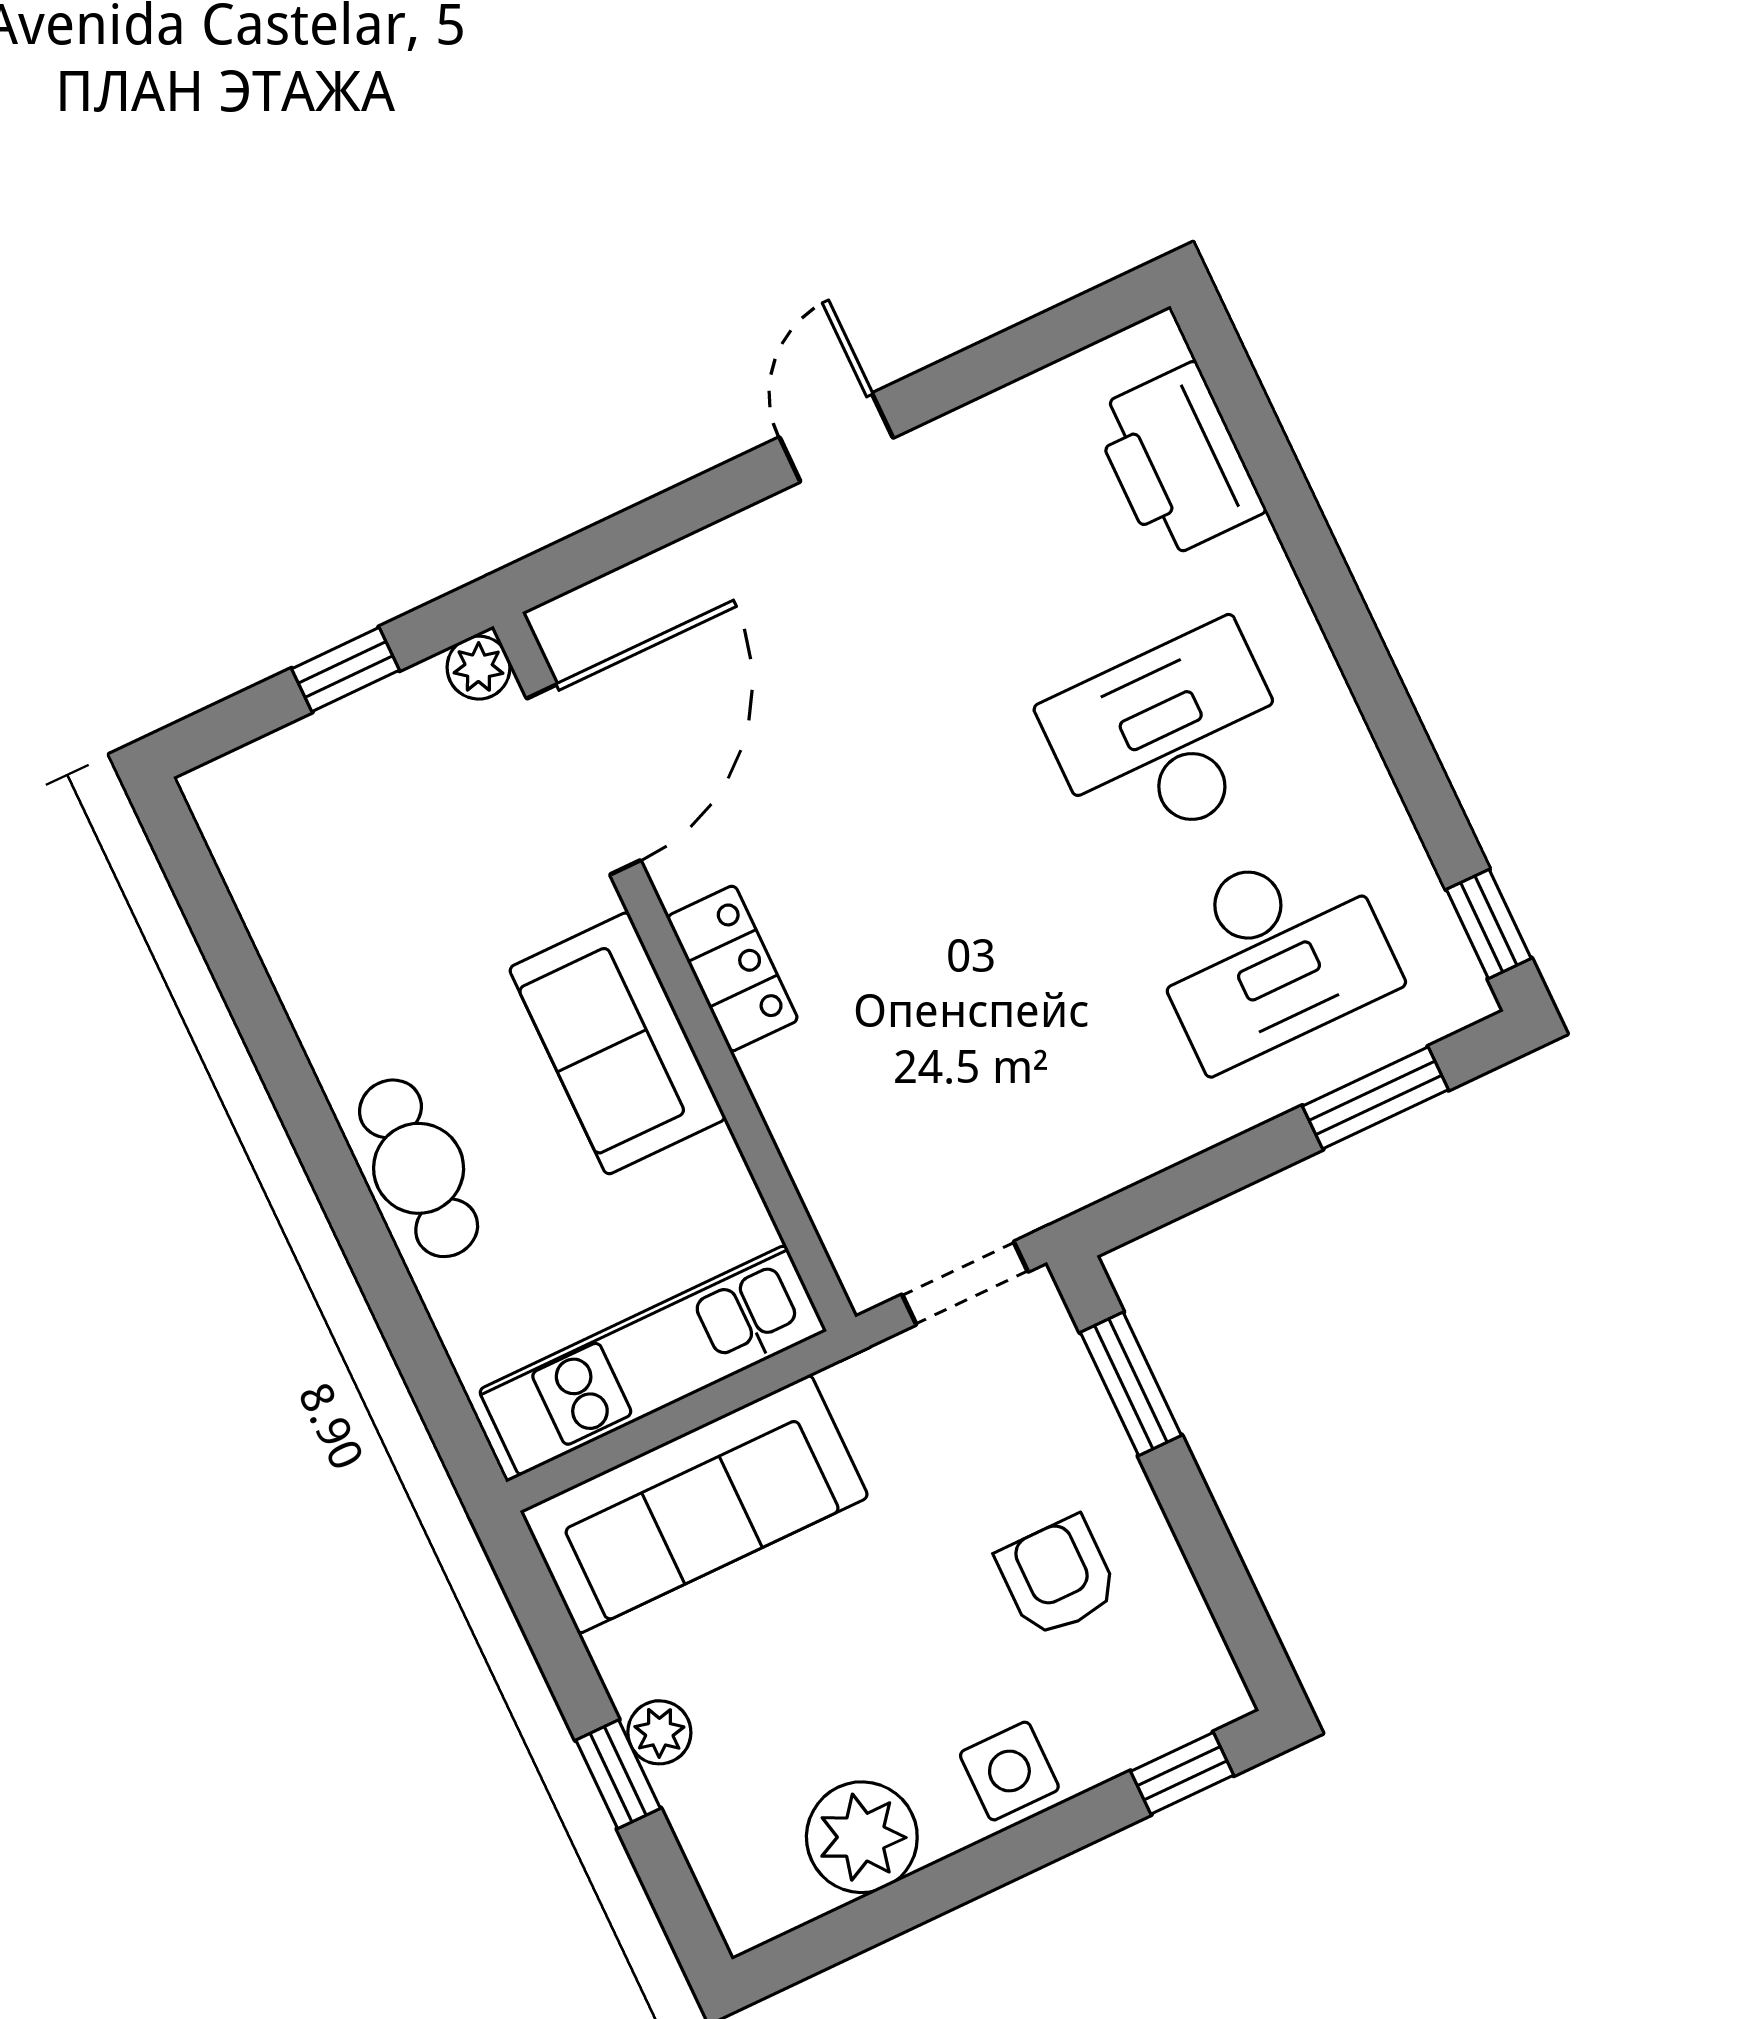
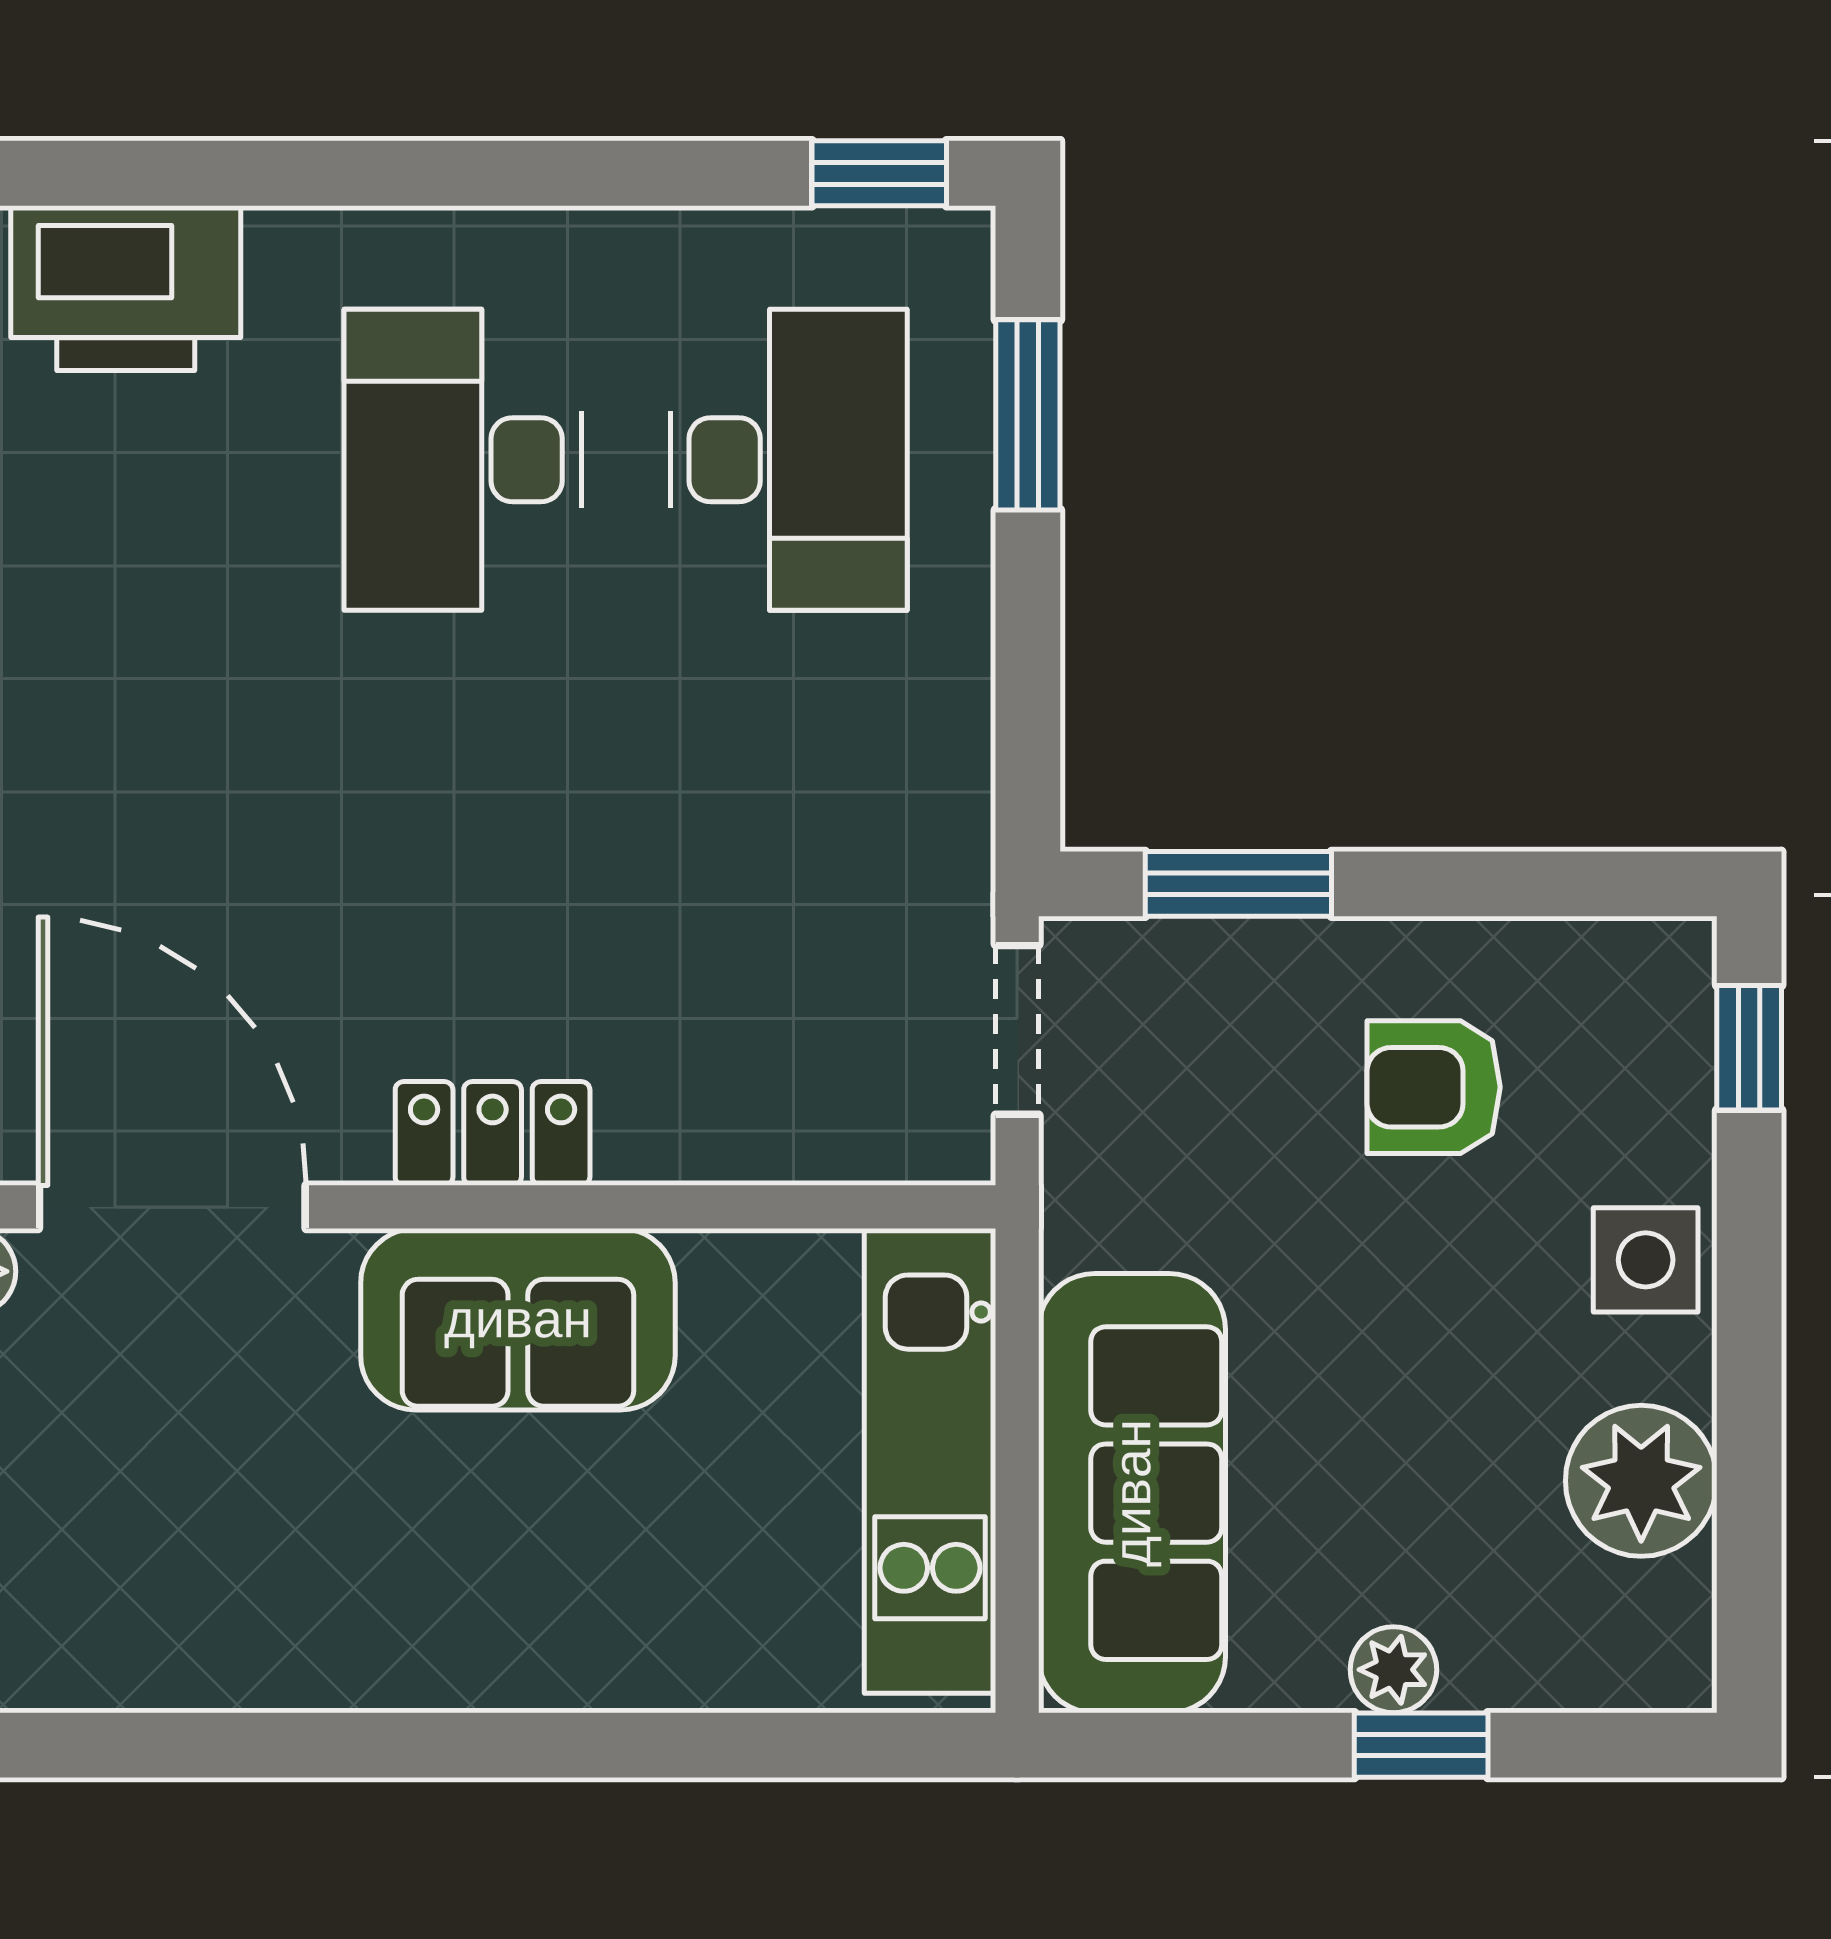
cafe table: (419, 1168) -> (556, 1638), removed

